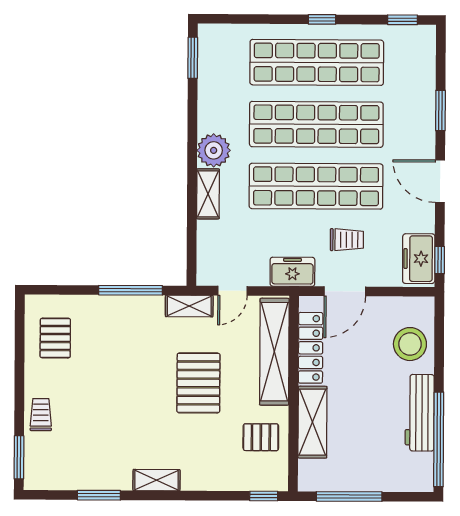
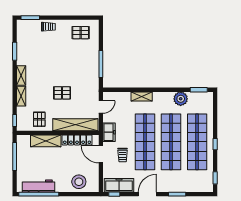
plant: (214, 150) -> (181, 99), moved
freezer: (419, 259) -> (119, 185), width x1.40
door: (232, 291) -> (101, 107), swing flipped
shelving: (189, 306) -> (21, 96), moved
pallet: (198, 383) -> (62, 93), width x0.67, depth x0.71
workbench: (420, 413) -> (39, 186), moved

